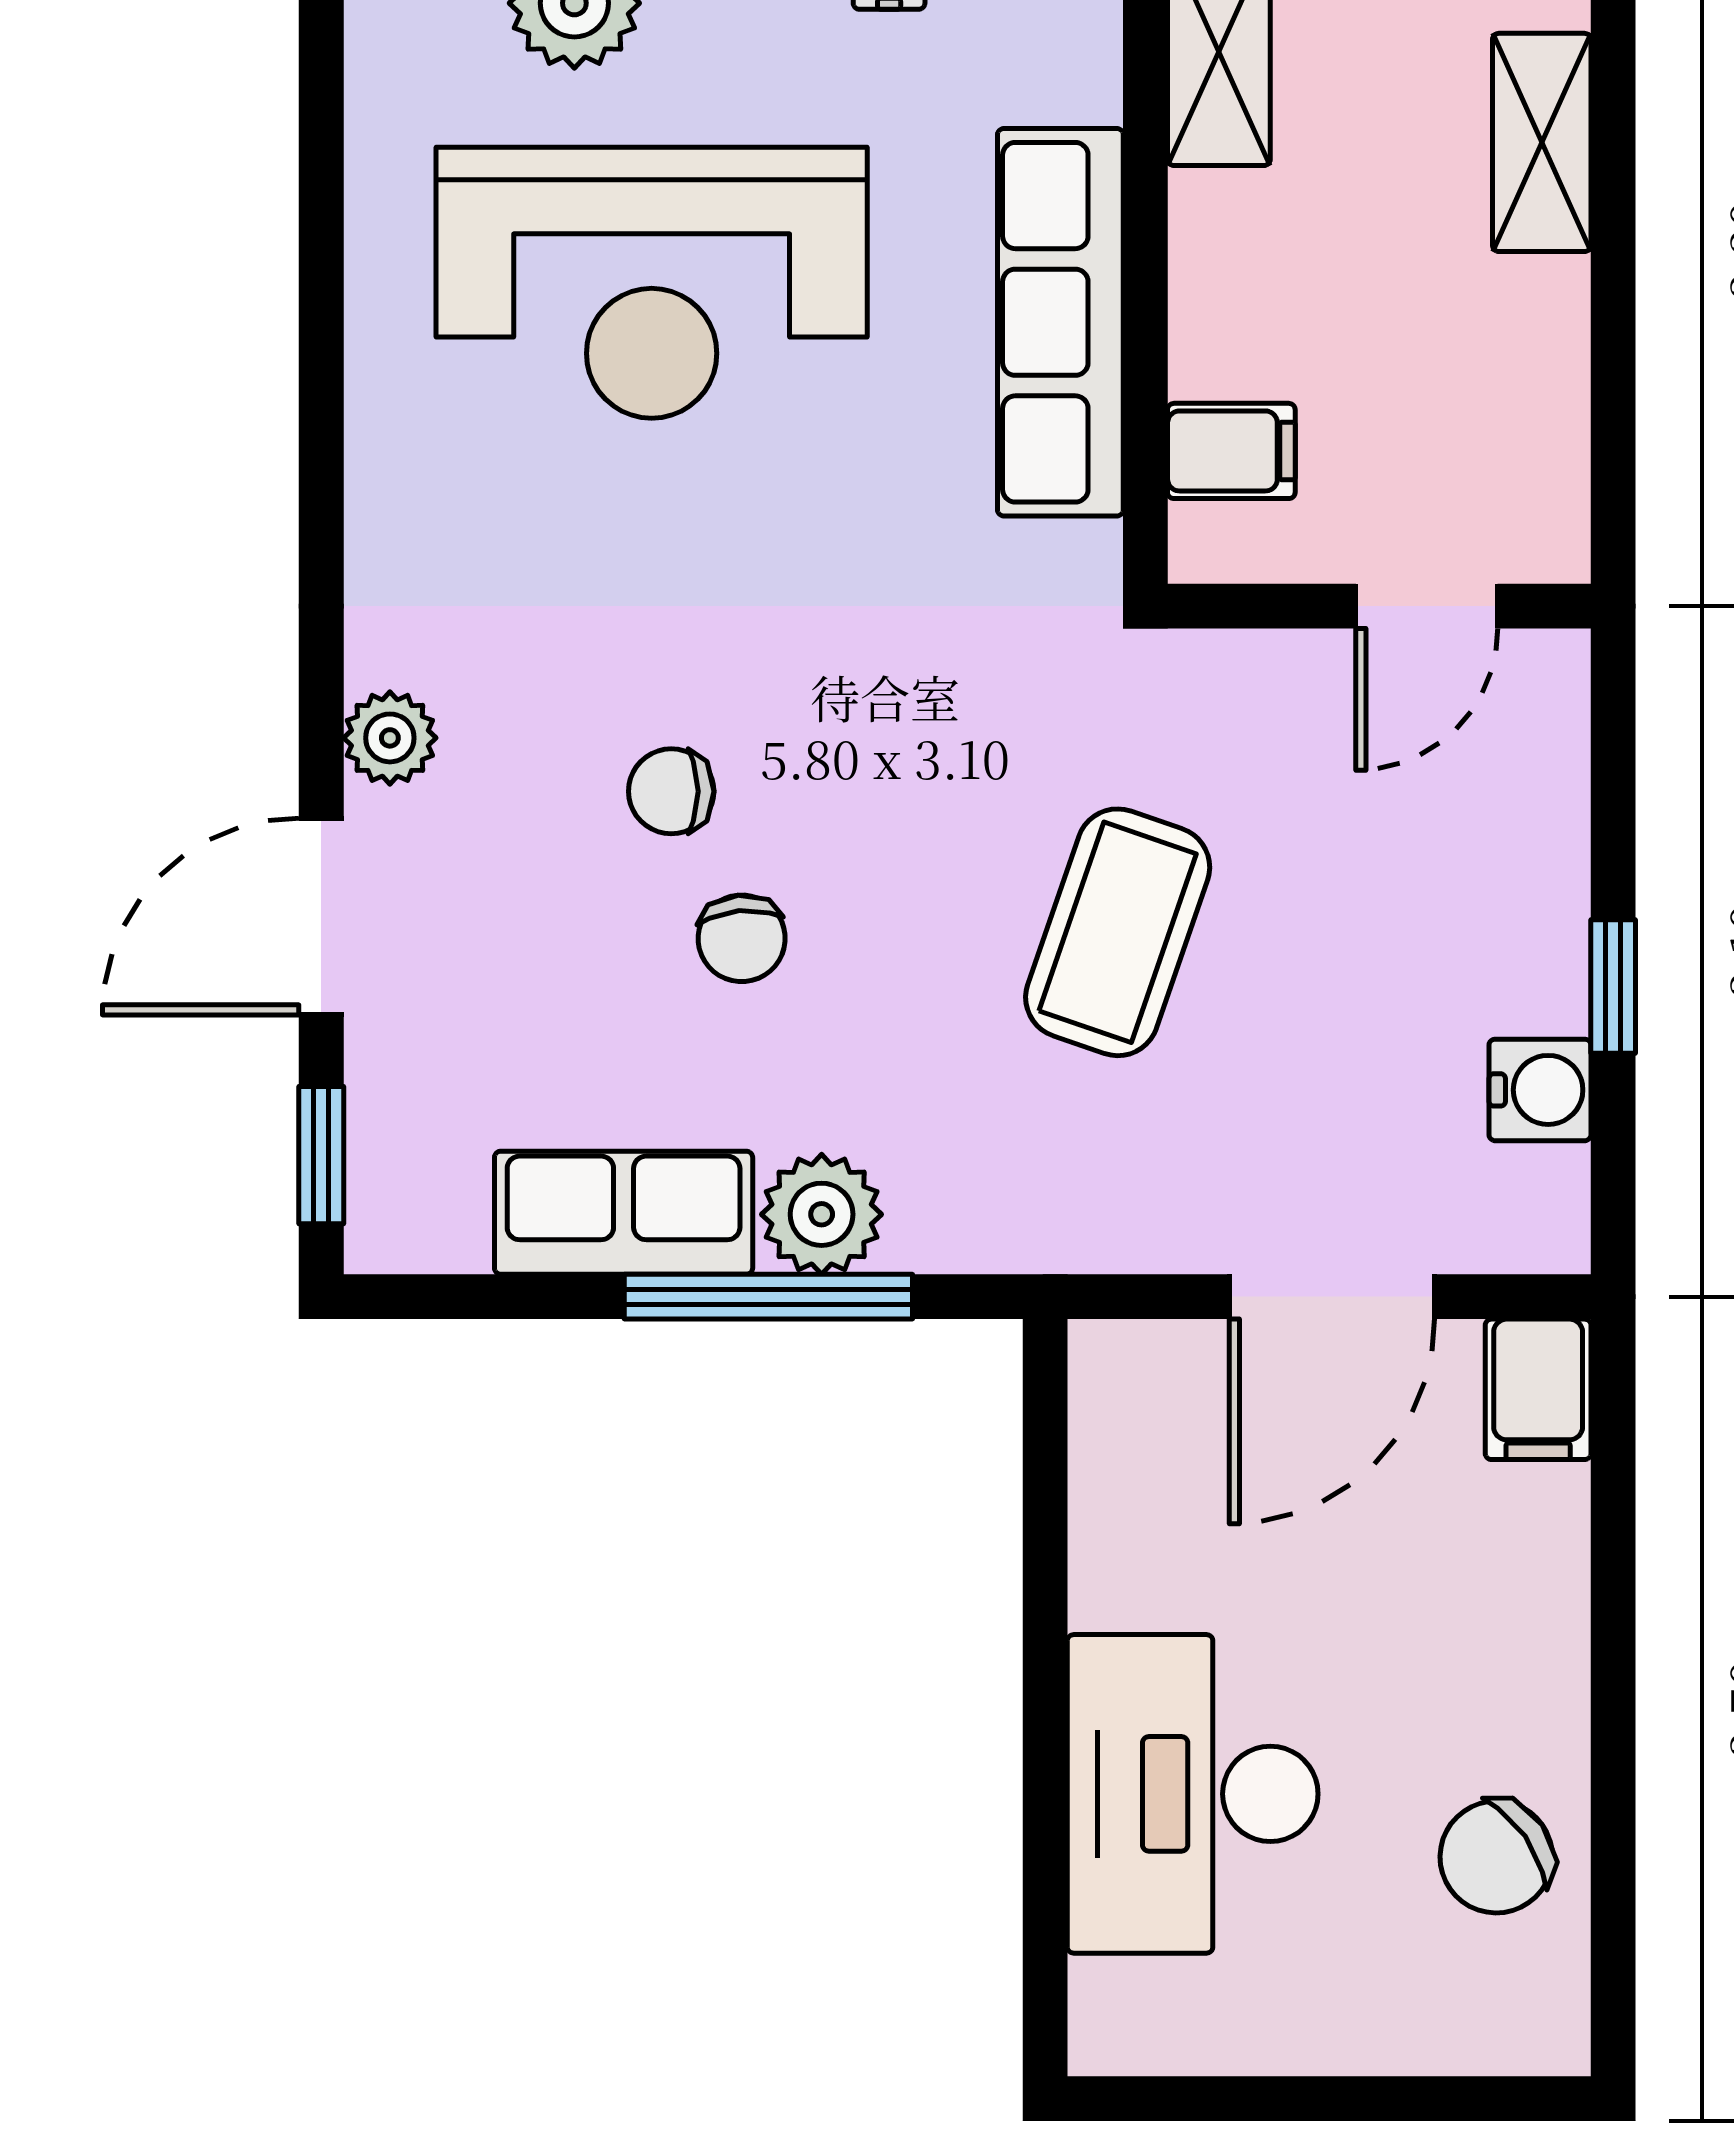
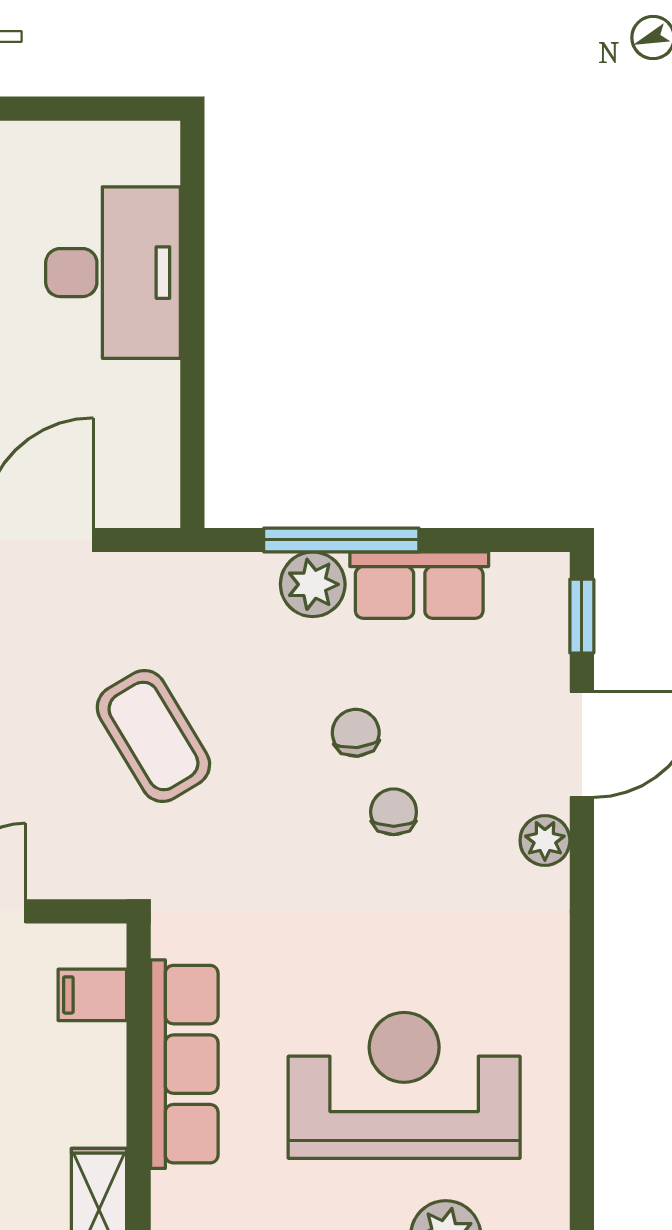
chair: (671, 791) -> (394, 812), turned -90
coffee table: (1118, 932) -> (153, 736), turned -50

